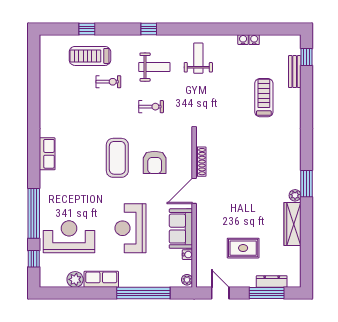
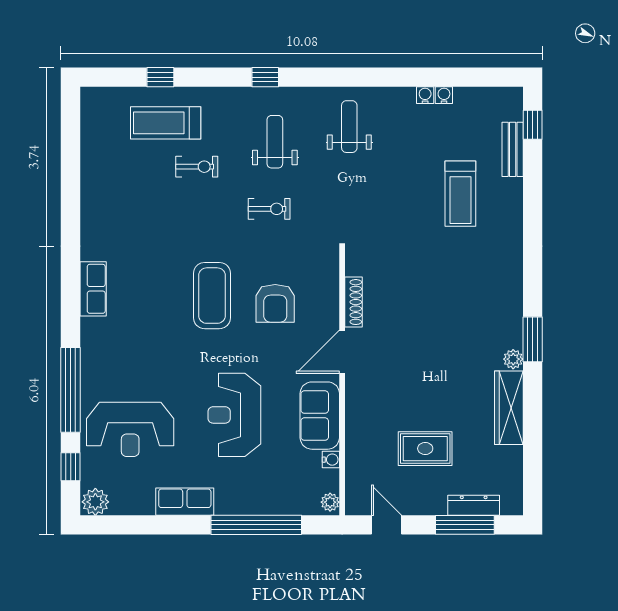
weight bench: (154, 67) -> (275, 142), turned -90
treadmill: (264, 98) -> (460, 194), turned 180
reception desk: (69, 237) -> (130, 429), turned 180
plant: (75, 279) -> (95, 502), moved

